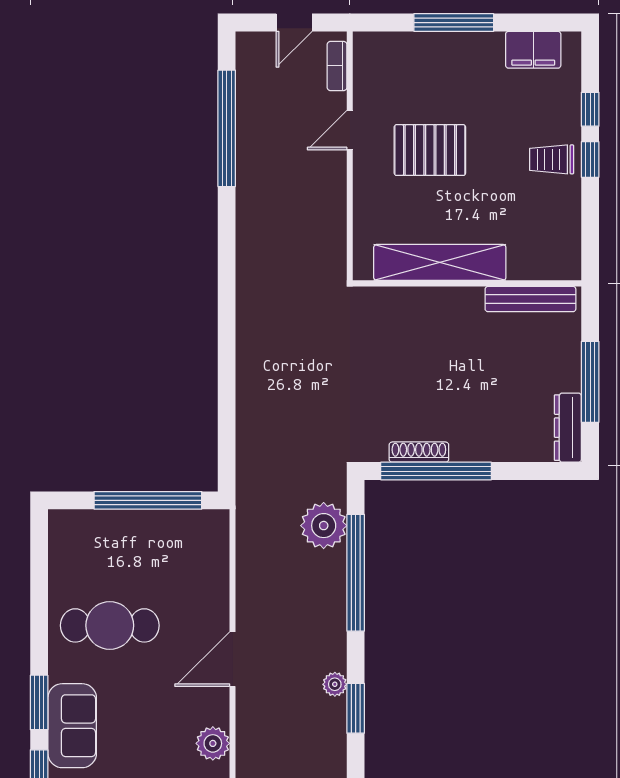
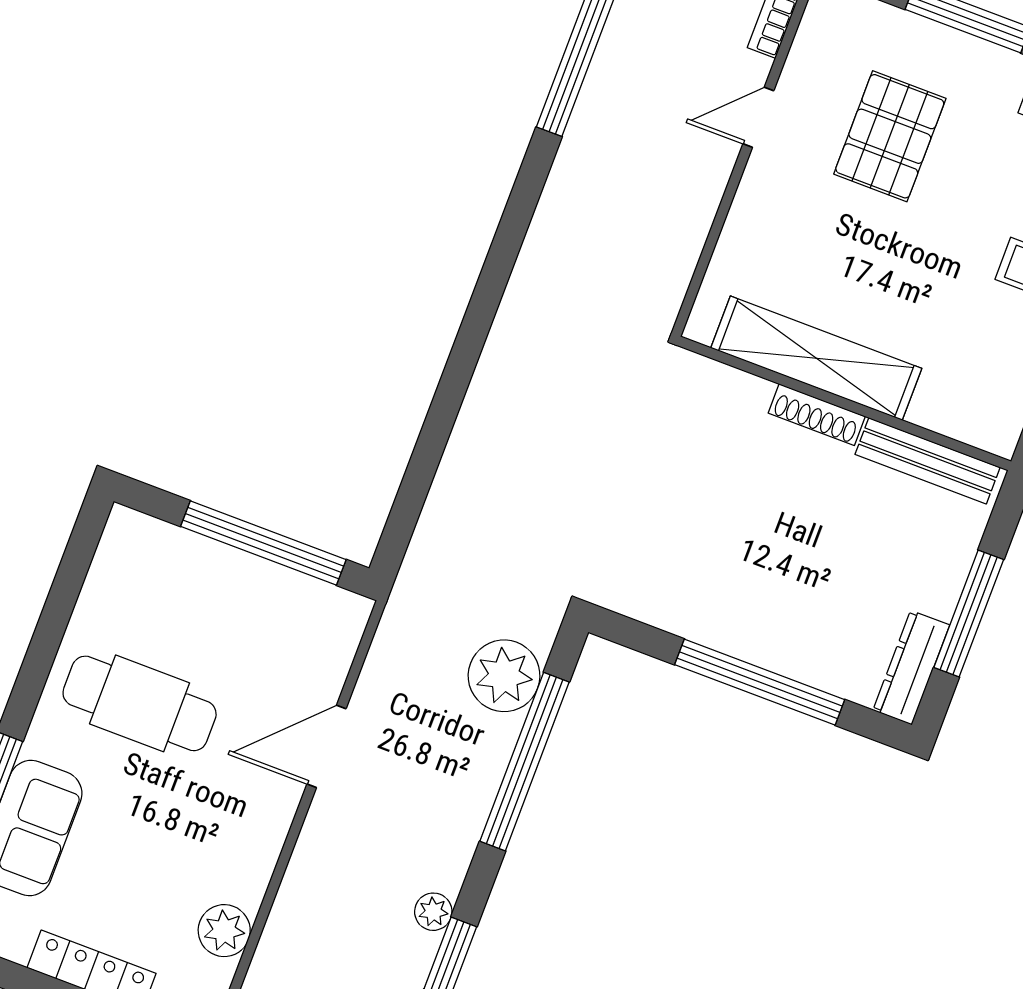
pallet: (430, 150) -> (890, 136), moved, turned 90
shoe rack: (419, 452) -> (817, 415), moved, turned 180
window: (436, 471) -> (760, 682), moved
door: (233, 659) -> (327, 746), moved

